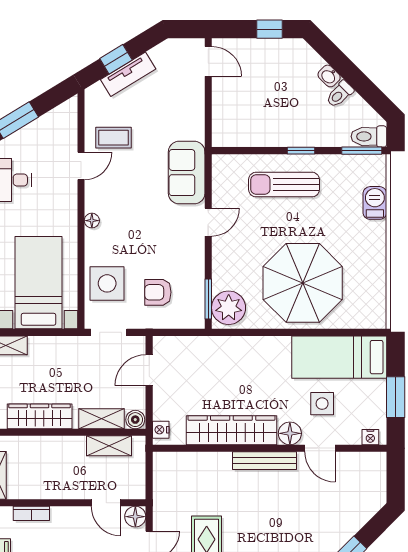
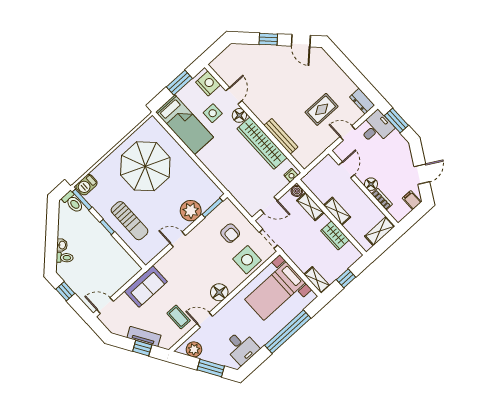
door: (208, 61) -> (105, 306), hinge flipped
toilet: (340, 94) -> (65, 258), moved
plant: (57, 120) -> (194, 349), added
sofa: (187, 173) -> (146, 286), moved
barbecue: (375, 203) -> (87, 185), moved
floor lamp: (92, 221) -> (219, 292), width x1.89, depth x1.89
parasol: (303, 283) -> (145, 166), moved
plant: (229, 308) -> (191, 211), moved
wardrobe: (40, 416) -> (335, 235), width x0.67
nightstand: (370, 437) -> (208, 83), width x1.89, depth x1.79
shelving: (109, 446) -> (337, 211), moved
bench: (265, 461) -> (281, 136), moved
floor lamp: (135, 517) -> (371, 184), moved

